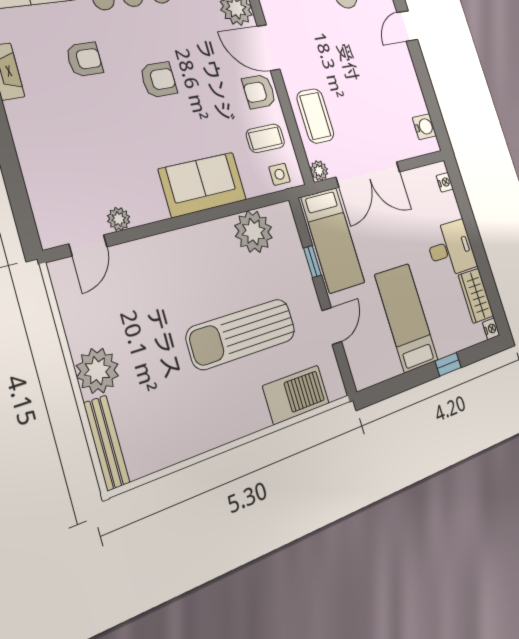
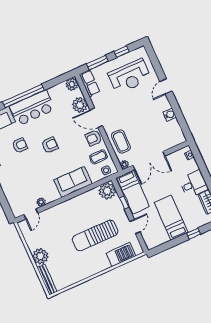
water cooler: (424, 127) -> (170, 115), moved
plant: (254, 232) -> (107, 191), moved

